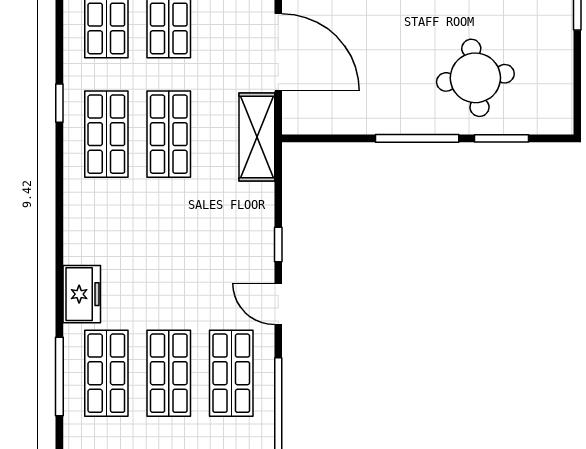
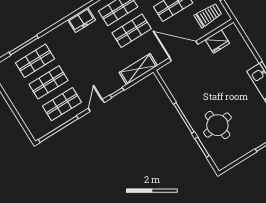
door: (278, 52) -> (184, 51), swing flipped
shelving: (257, 137) -> (138, 69), moved
freezer: (82, 294) -> (81, 20), moved

